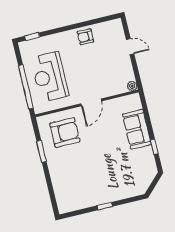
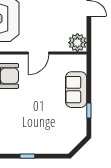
plant: (132, 86) -> (77, 43), width x1.88, depth x1.88

